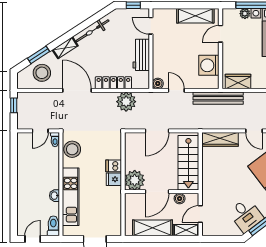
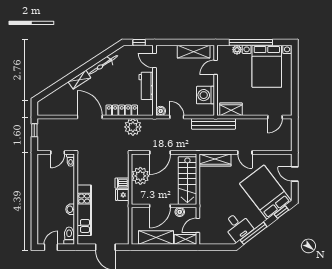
window: (39, 55) -> (56, 86), removed
stool: (42, 73) -> (59, 102), removed
stool: (72, 149) -> (86, 169), removed
plant: (135, 180) -> (140, 176), moved

